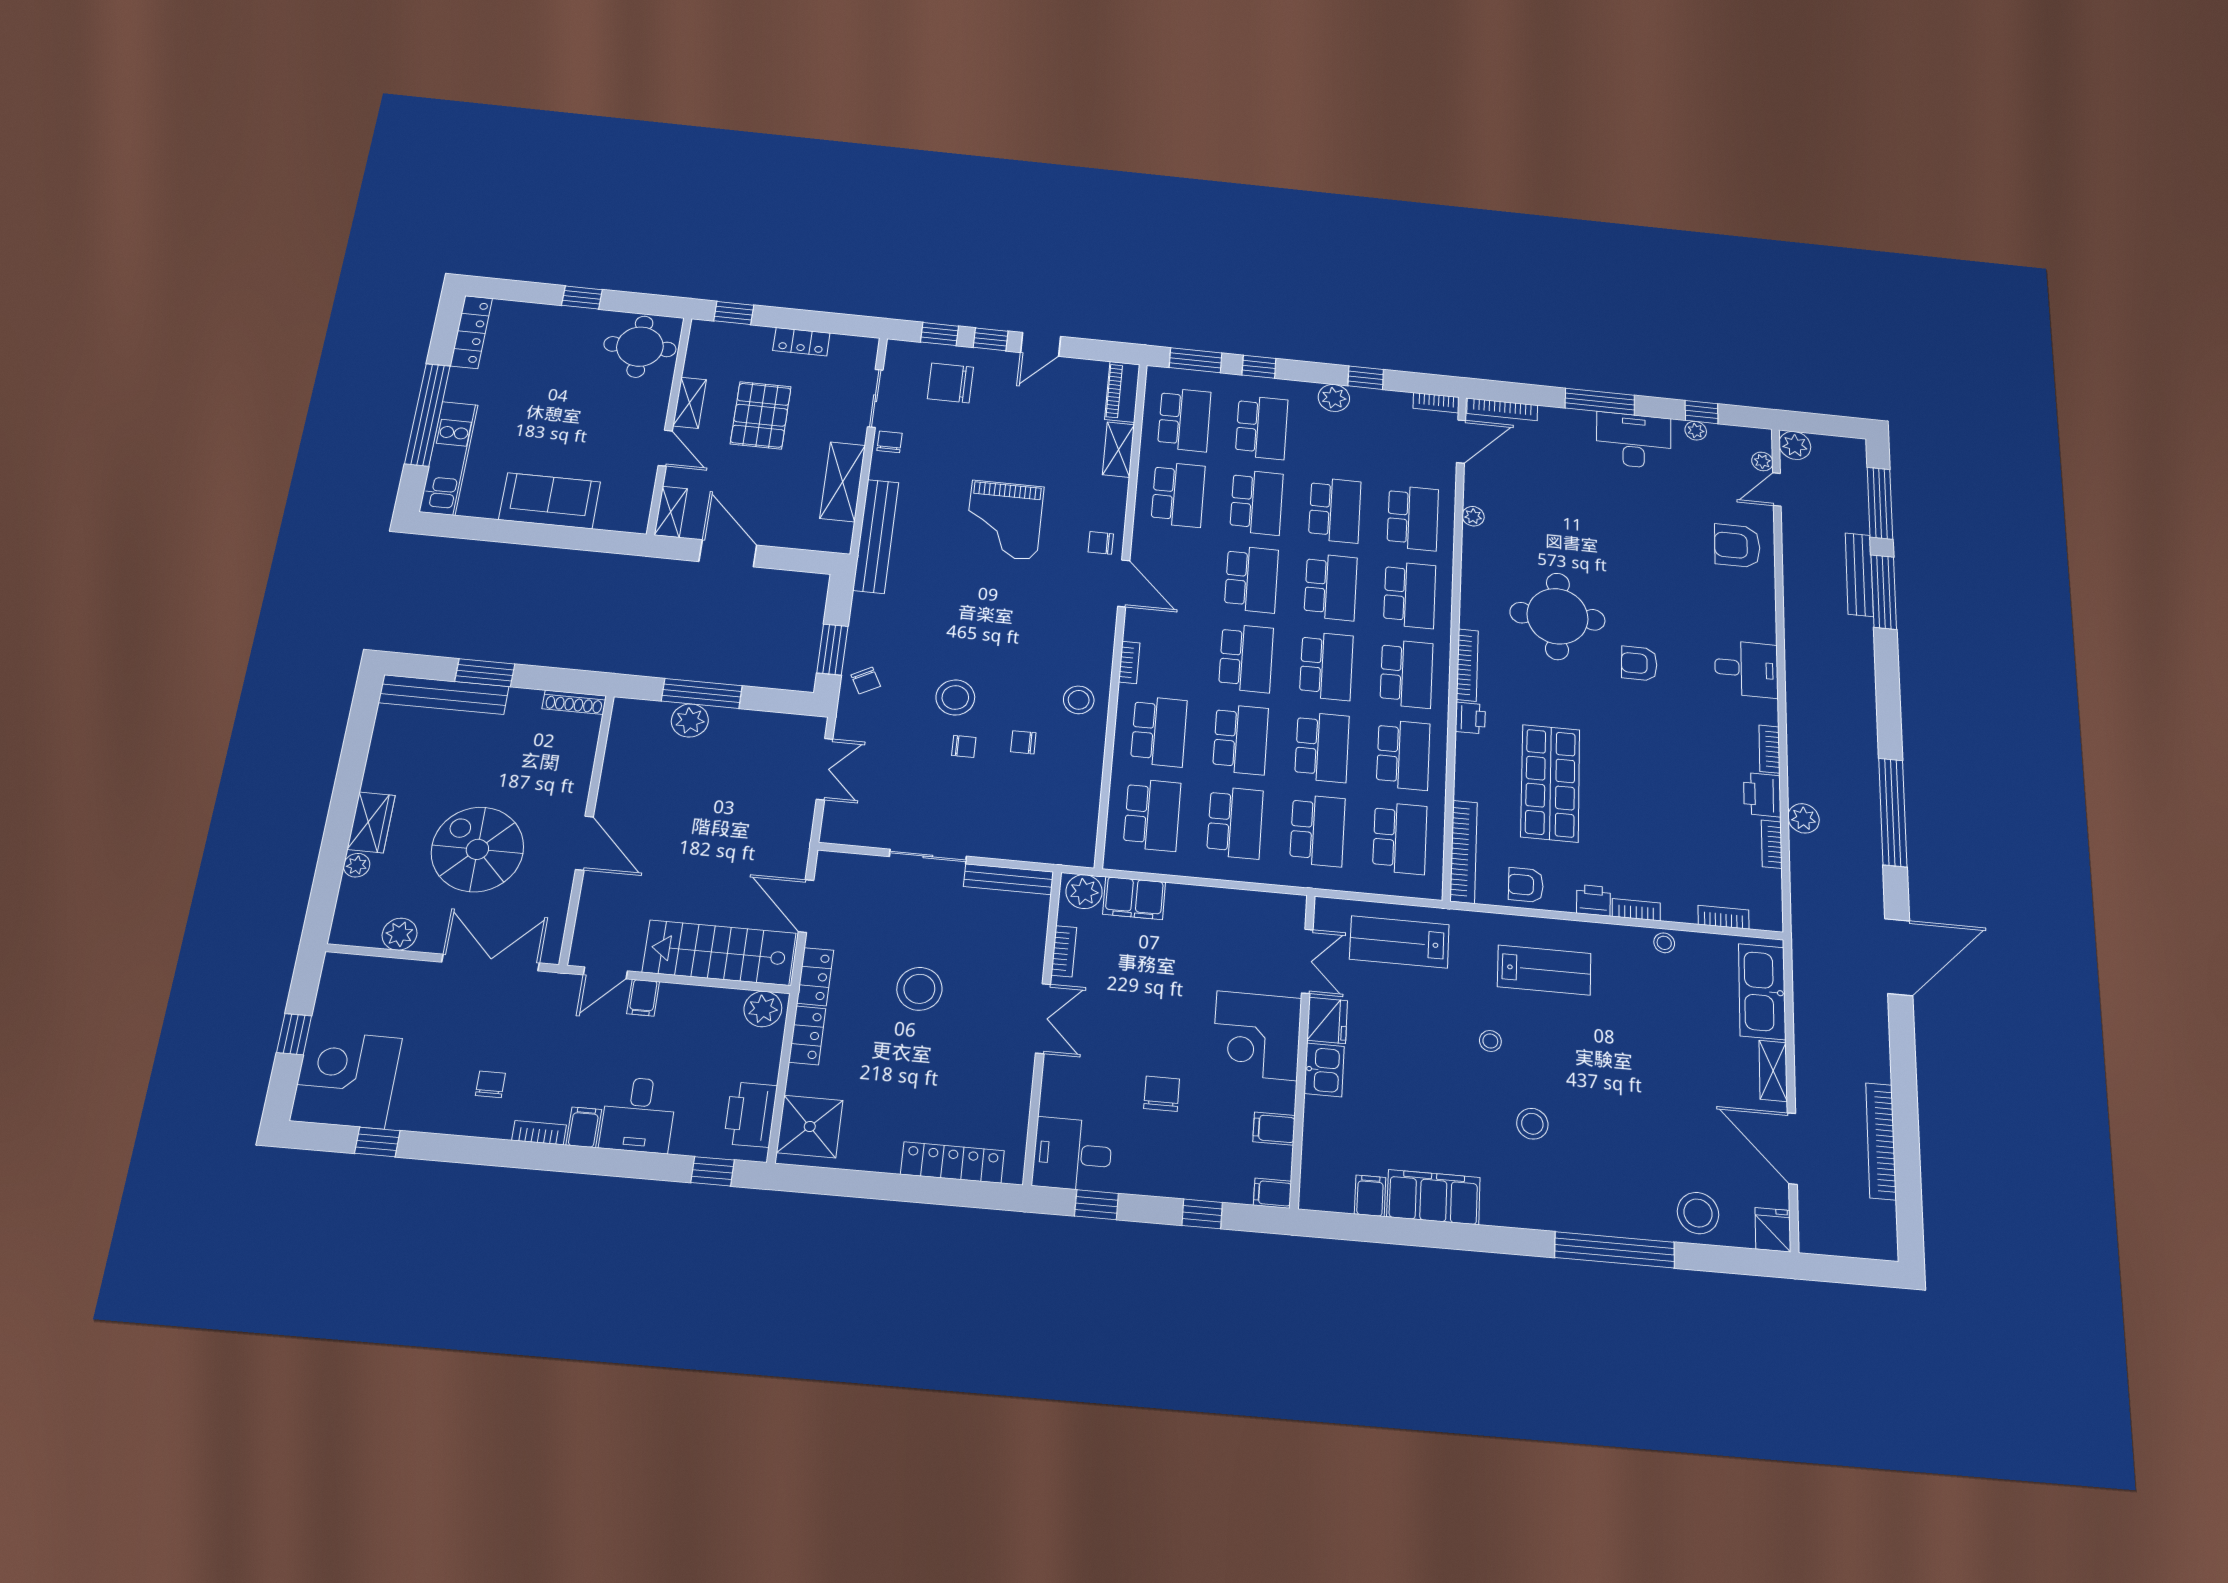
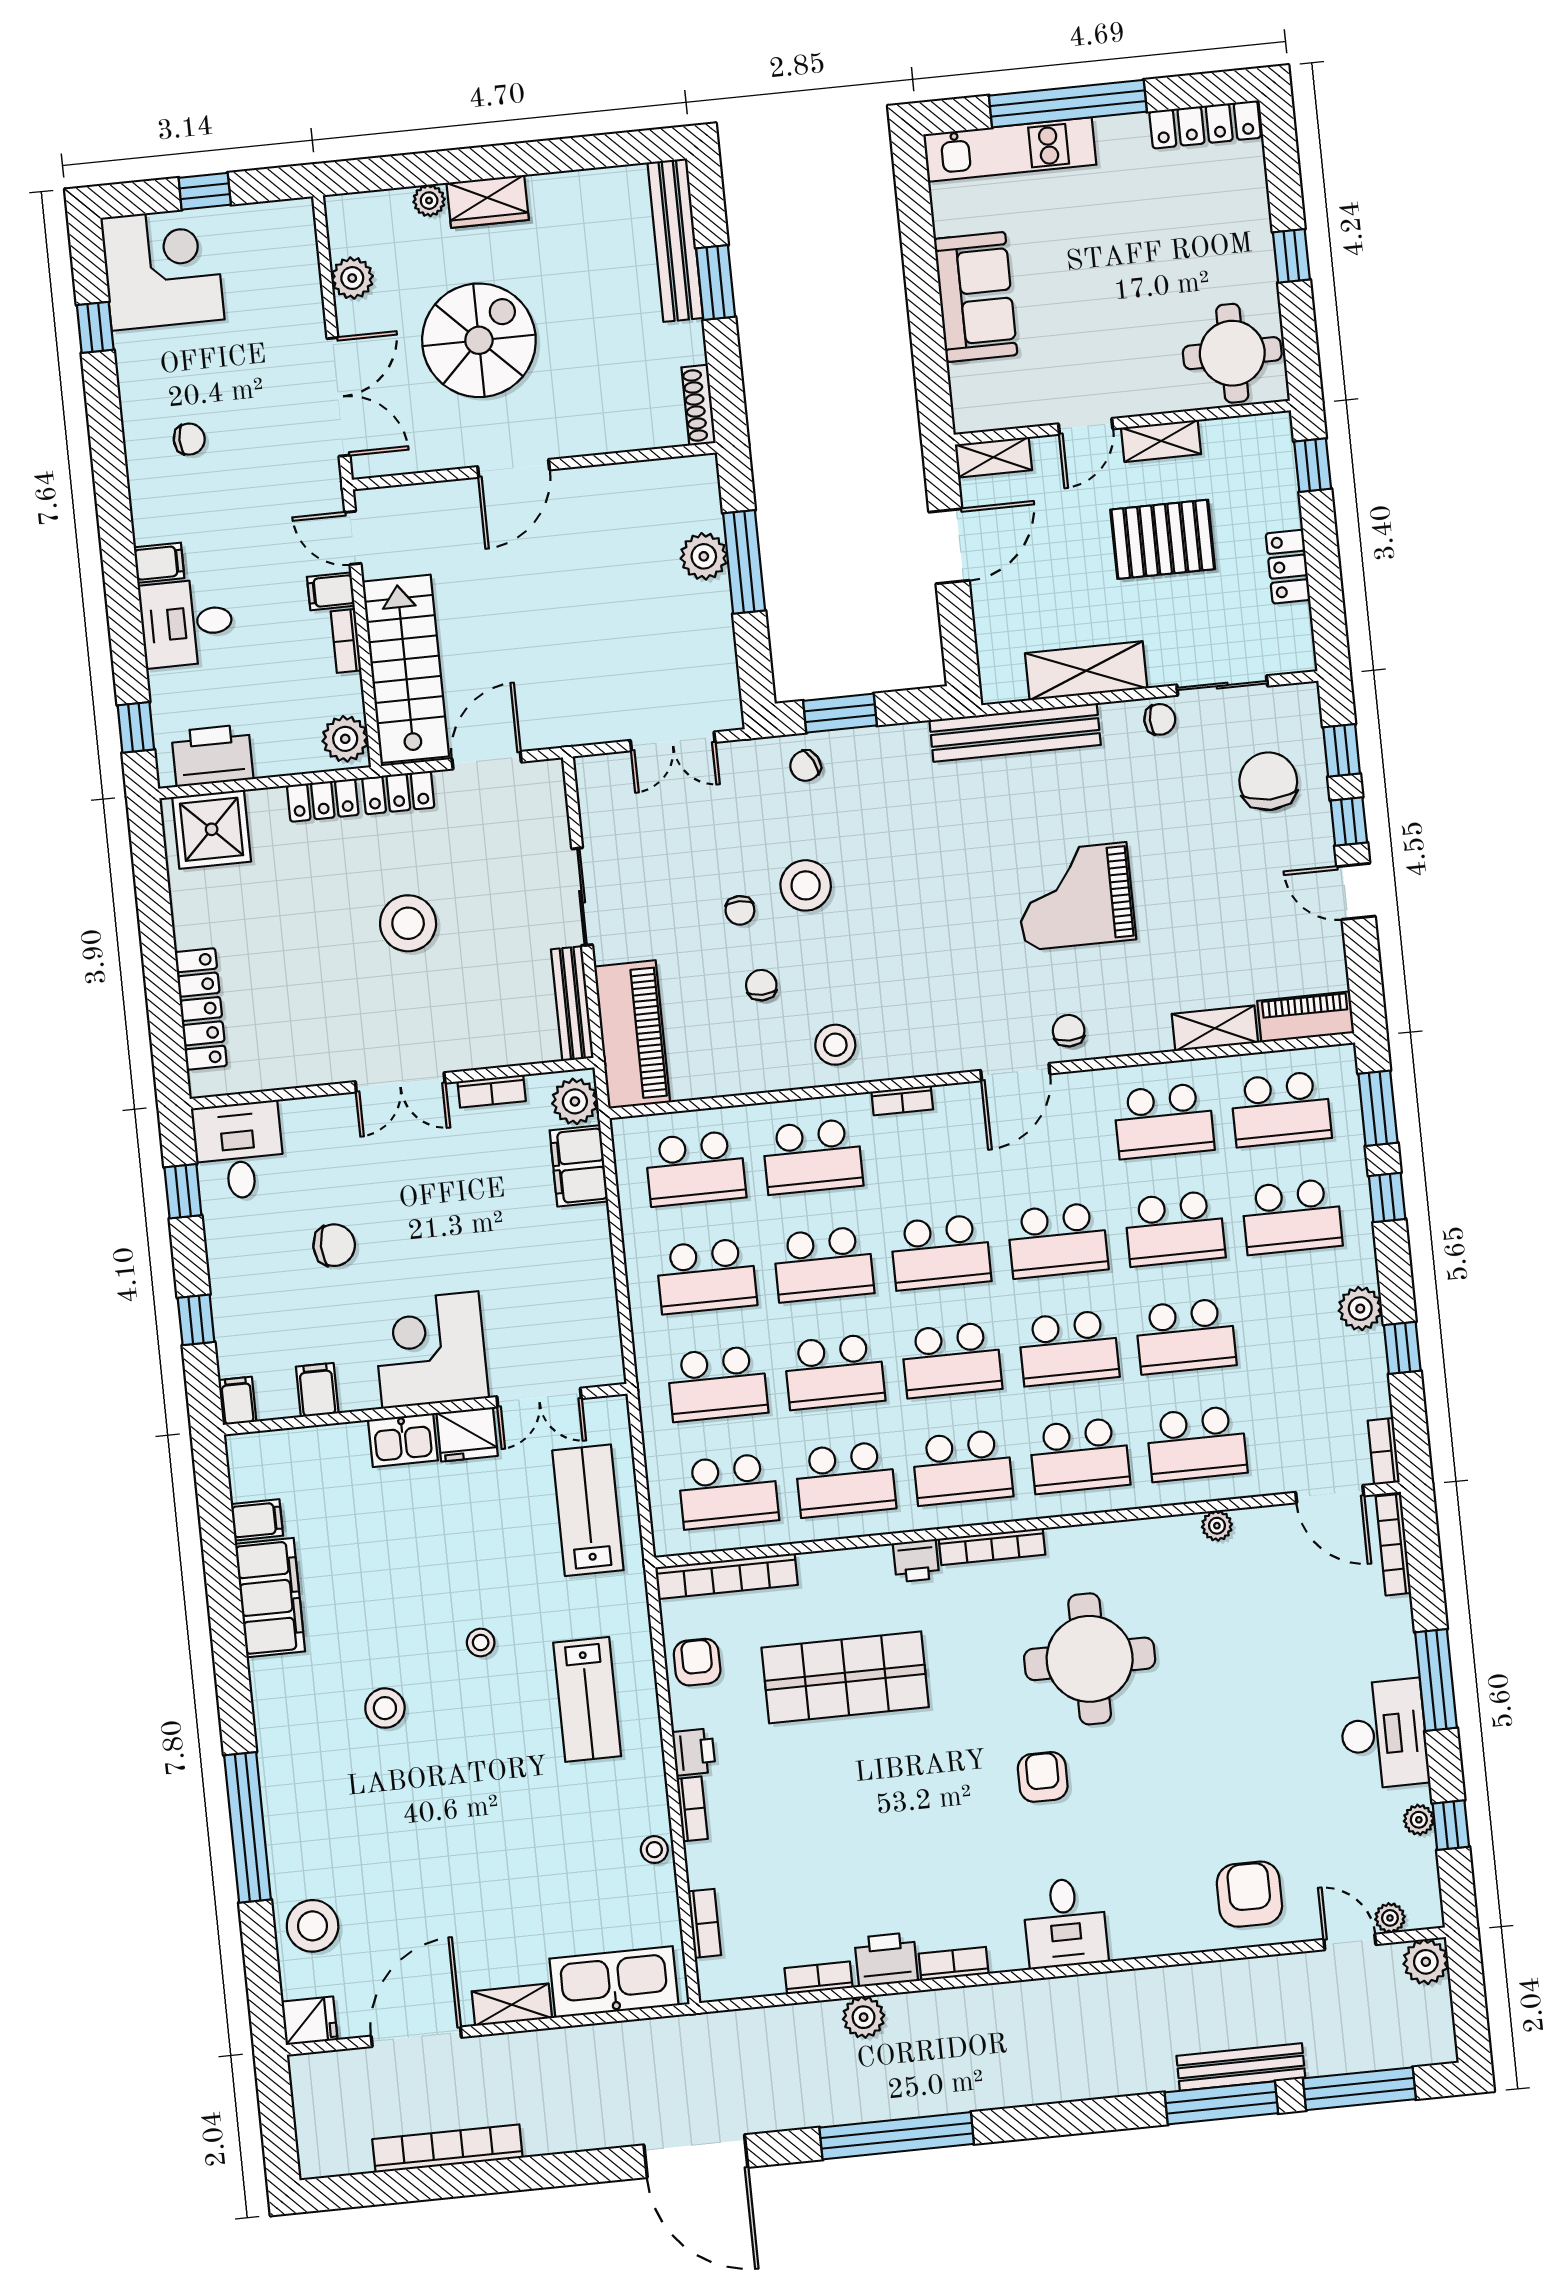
piano: (1041, 841) -> (632, 1034), added
bookcase: (539, 1133) -> (346, 641), moved, turned 180

